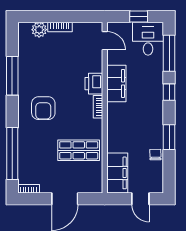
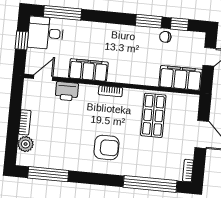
window: (12, 76) -> (48, 174), moved
printer: (94, 84) -> (67, 91), moved
window: (169, 92) -> (179, 24), moved

